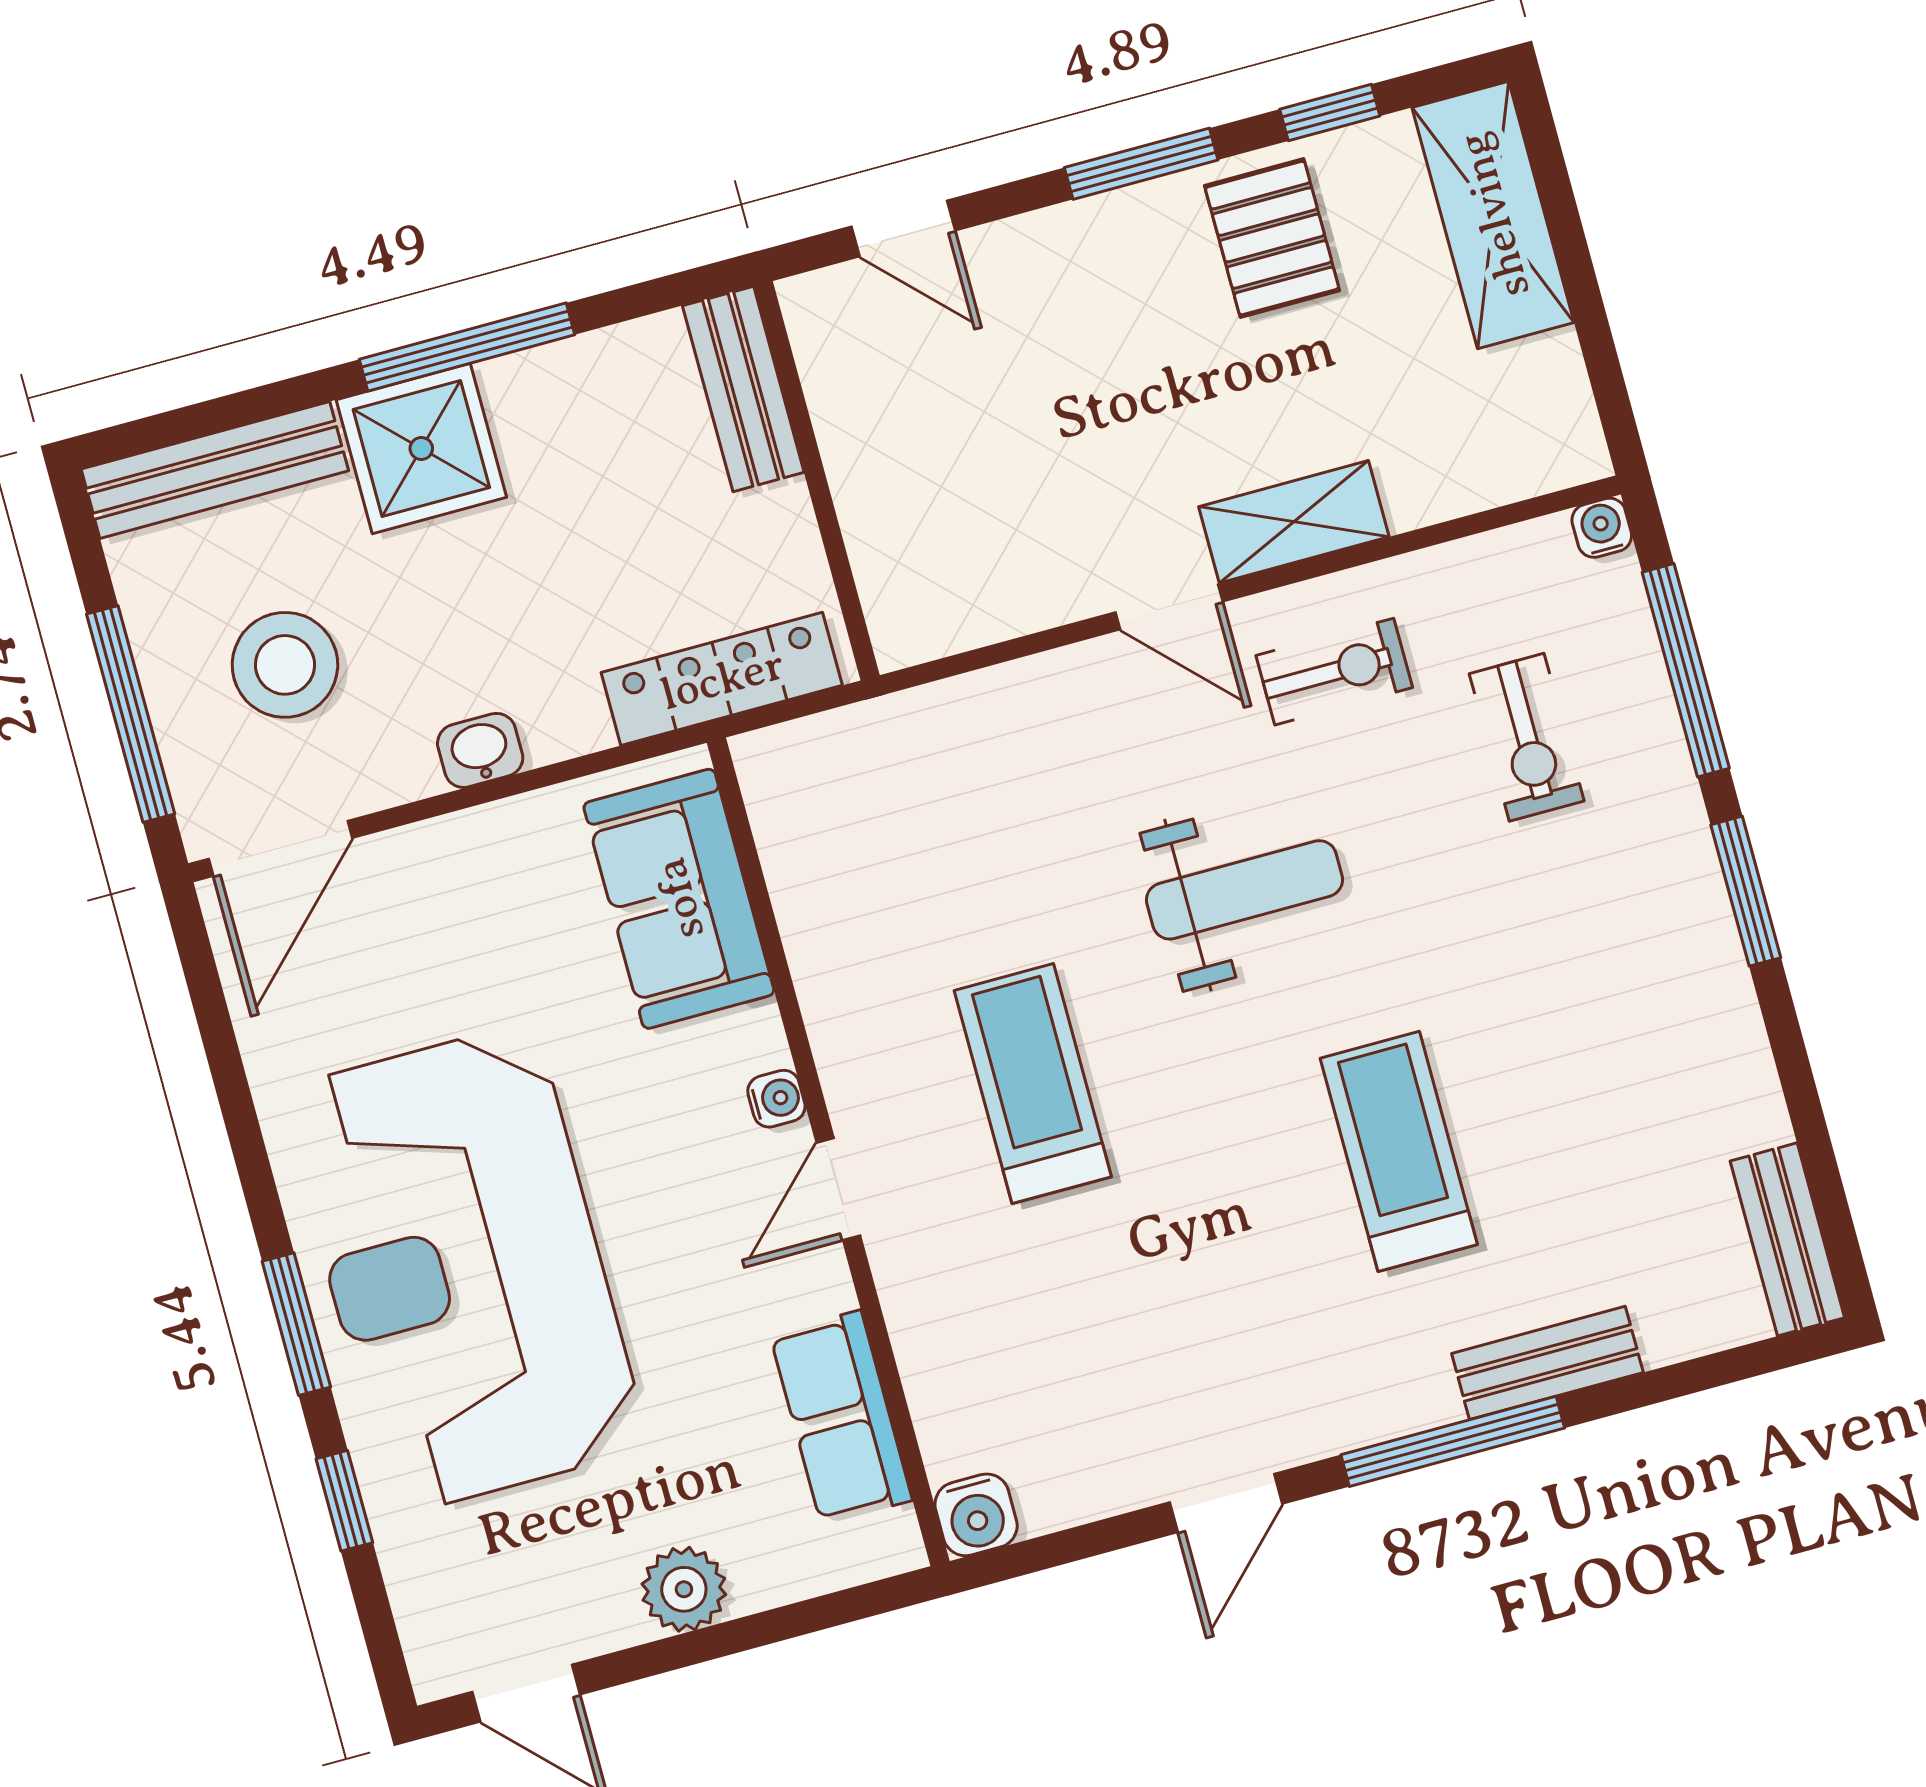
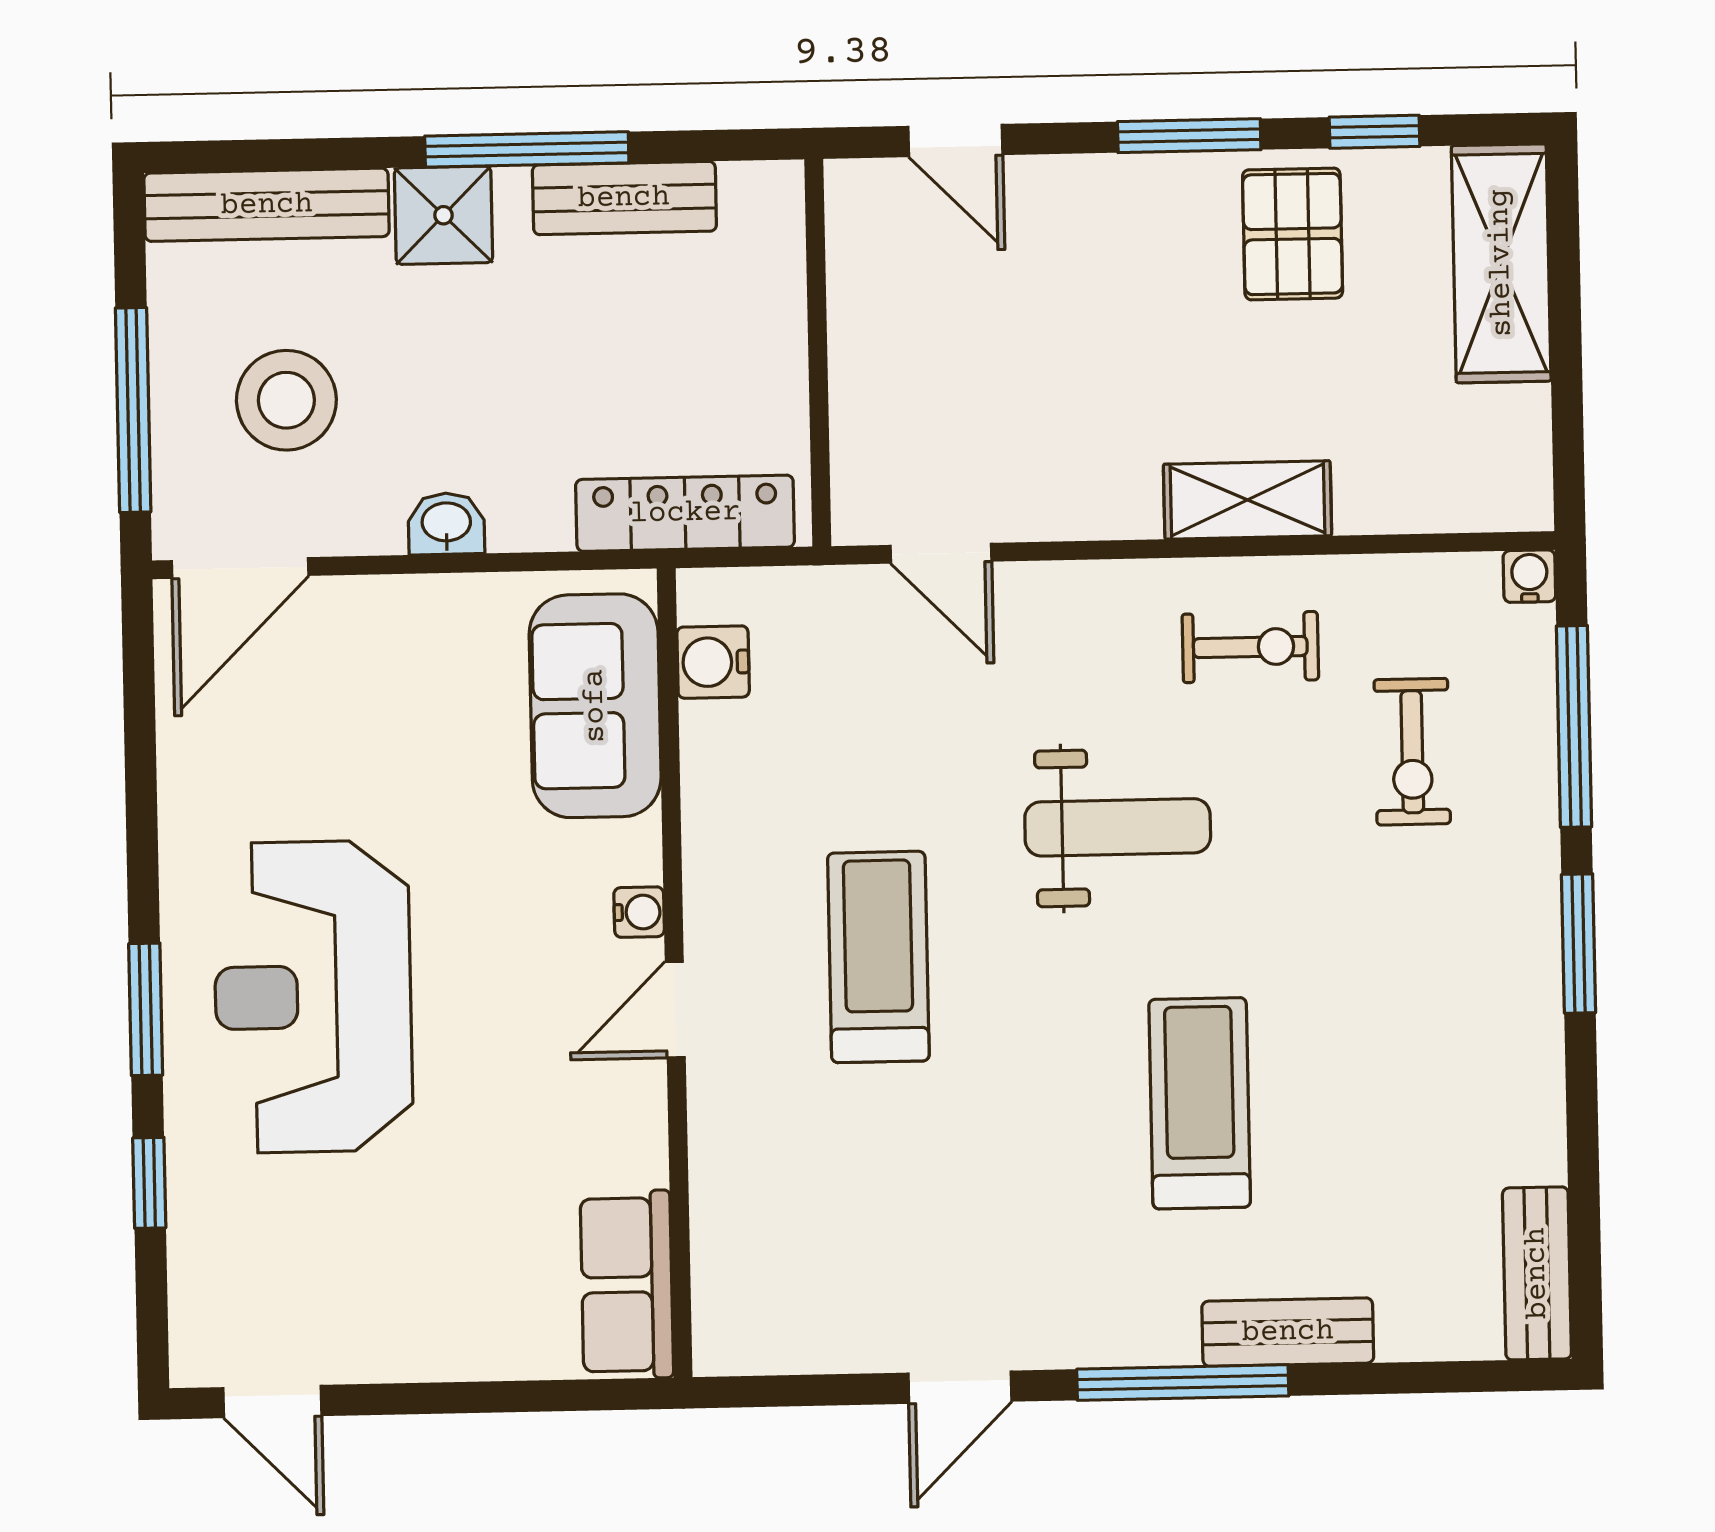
bench: (743, 389) -> (624, 198), moved, turned 90
shower: (421, 449) -> (444, 215), width x0.73, depth x0.73
door: (1169, 607) -> (941, 553), moved
reception desk: (464, 1268) -> (313, 997), width x0.74, depth x0.77
row of seats: (841, 1417) -> (627, 1285), moved
water cooler: (976, 1515) -> (713, 662), moved, turned 90
plant: (684, 1589) -> (441, 1342), removed

